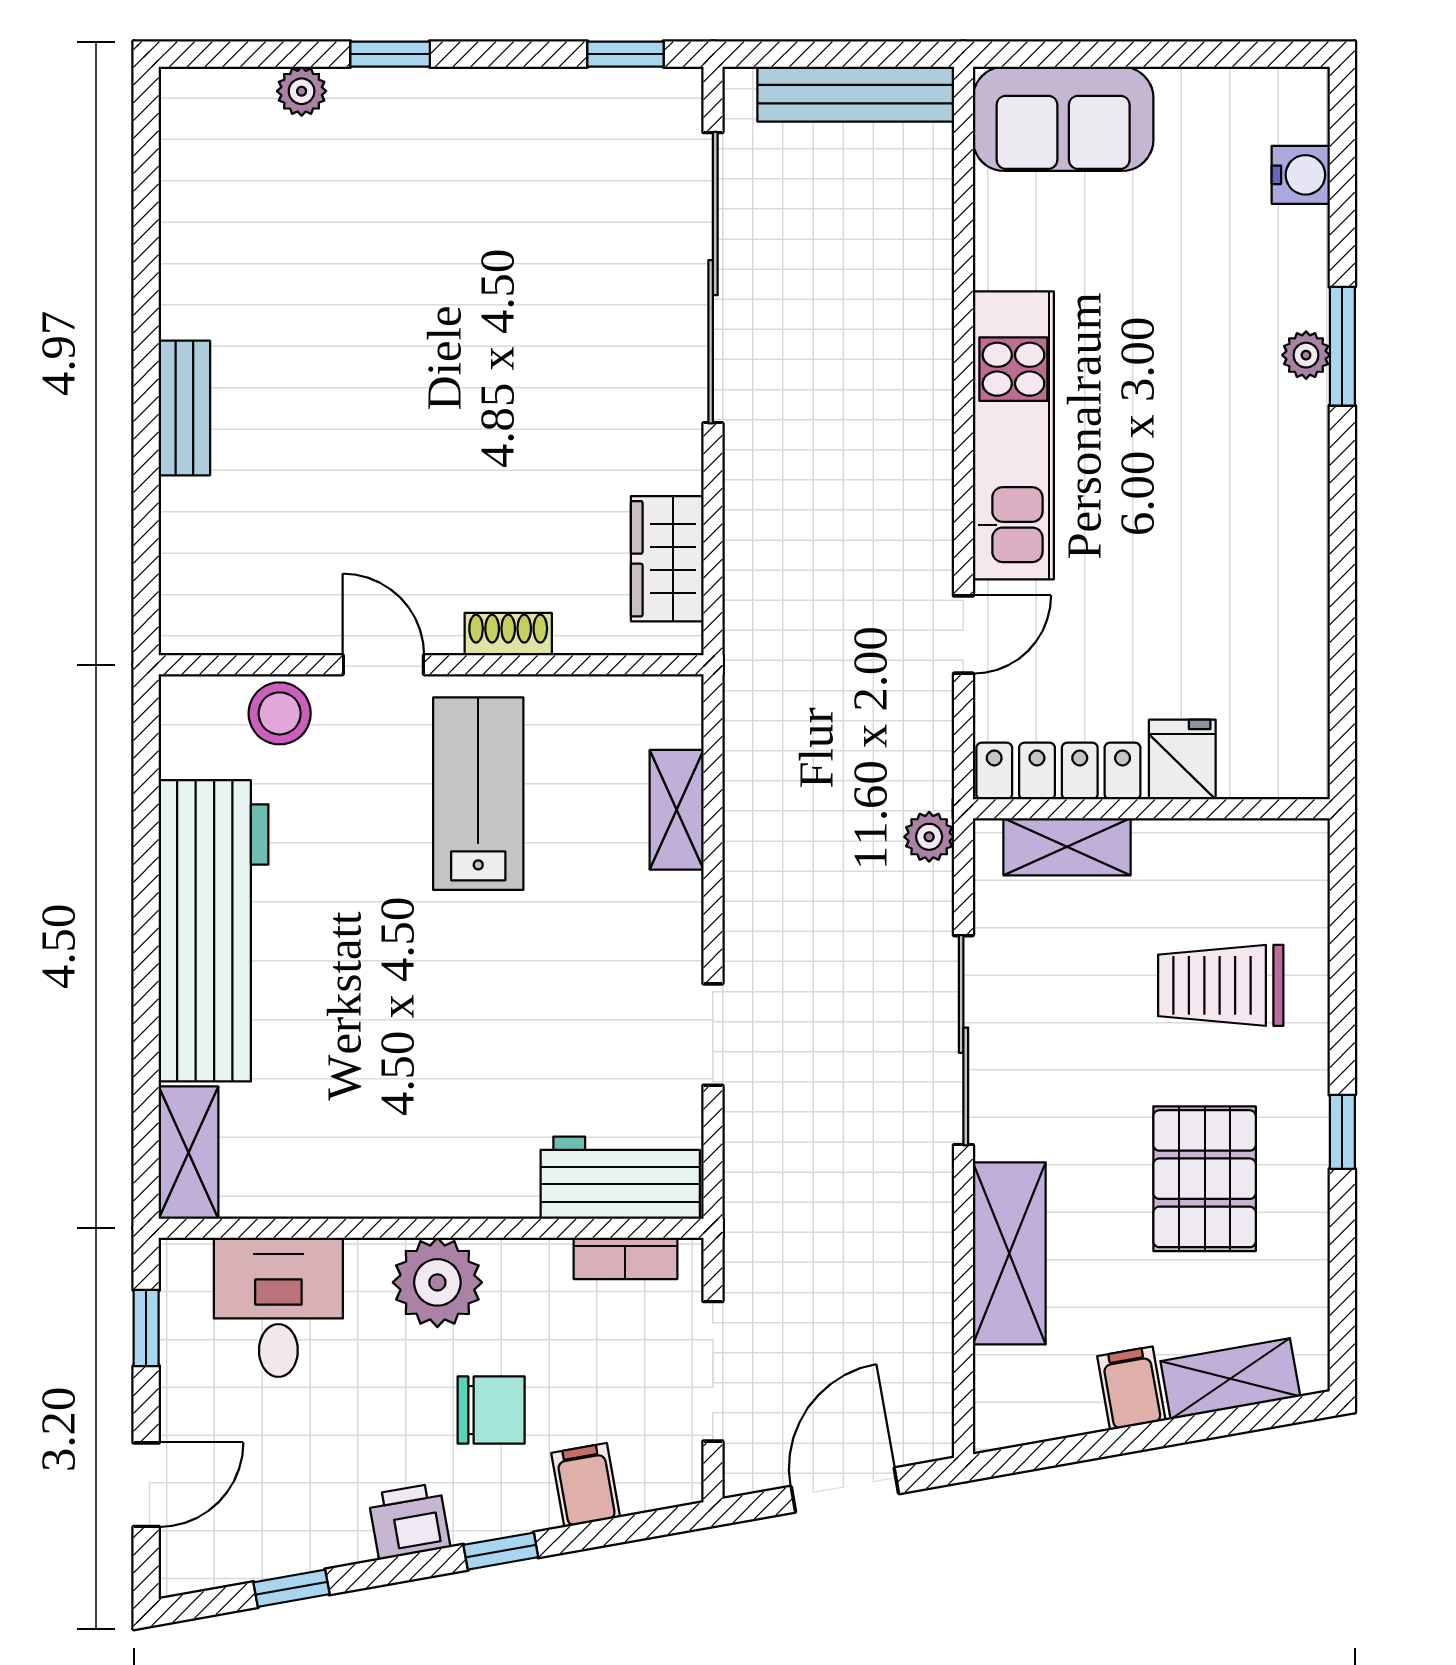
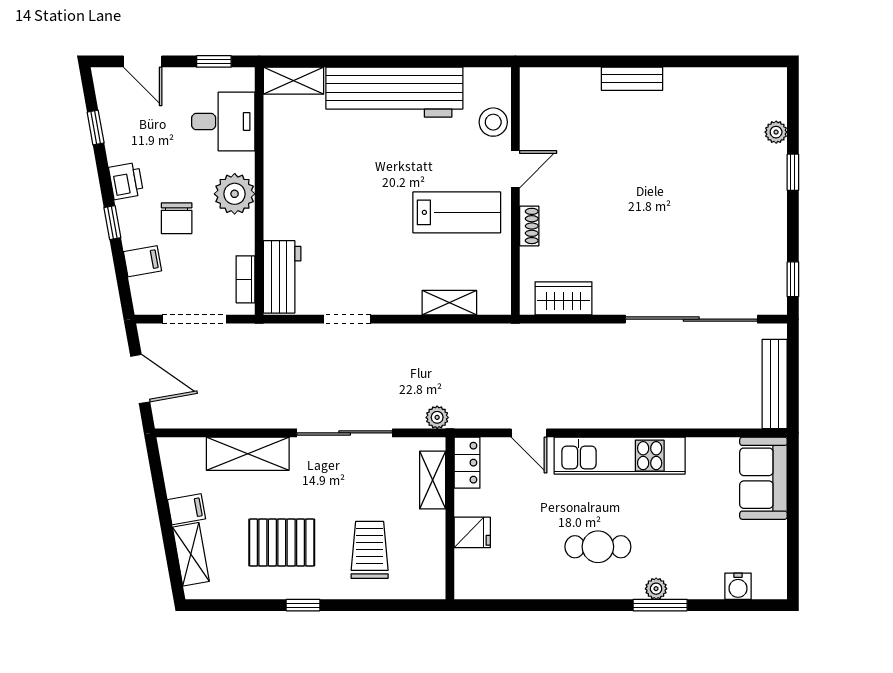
cafe table: (1214, 483) -> (598, 547), added
locker: (1058, 771) -> (467, 463), width x0.66

